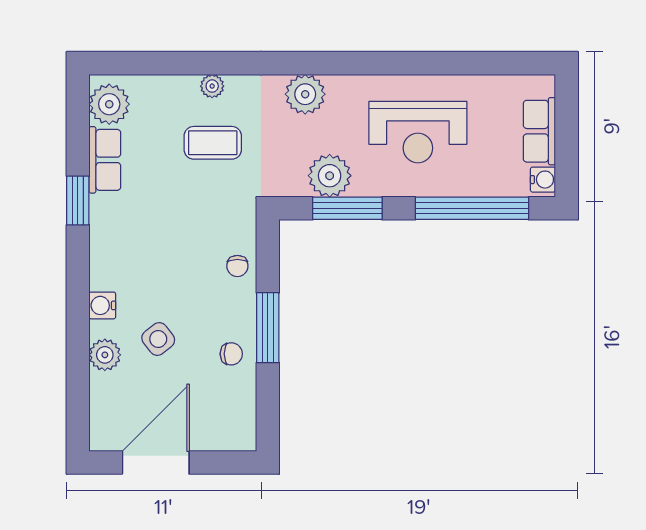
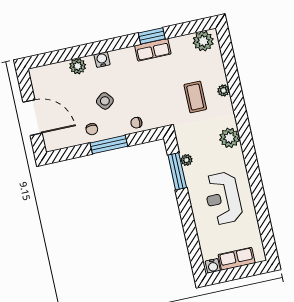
row of seats: (105, 160) -> (153, 50), moved
plant: (330, 176) -> (187, 160), width x0.53, depth x0.53
window: (472, 208) -> (191, 233), removed
side table: (158, 339) -> (105, 101), moved
door: (156, 463) -> (33, 118), moved

